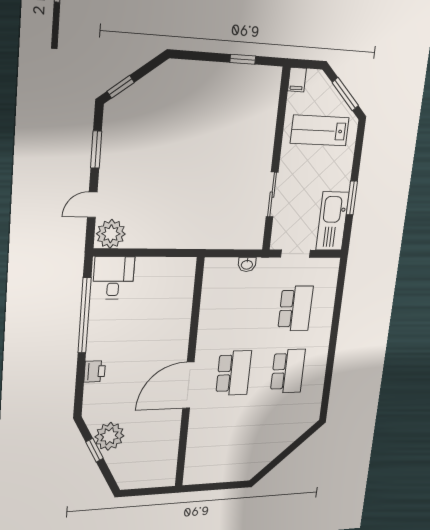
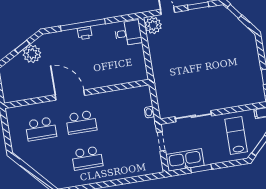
sliding door: (272, 195) -> (193, 116), width x1.37
school desk: (295, 308) -> (41, 129), moved
window: (84, 315) -> (83, 25), moved
printer: (95, 371) -> (85, 33), moved

